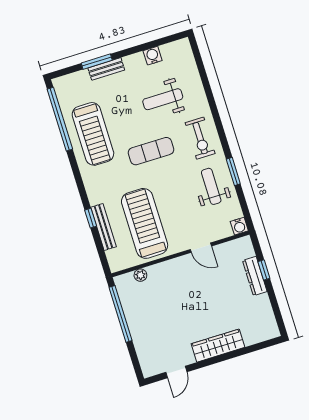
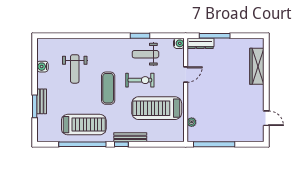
window: (60, 119) -> (82, 144), moved
exercise bike: (200, 138) -> (140, 80), moved
window: (91, 218) -> (121, 144), moved
bench: (103, 227) -> (130, 137), moved
window: (264, 270) -> (215, 36), width x2.17
dresser: (255, 276) -> (200, 43), moved
wardrobe: (218, 346) -> (257, 66), moved

